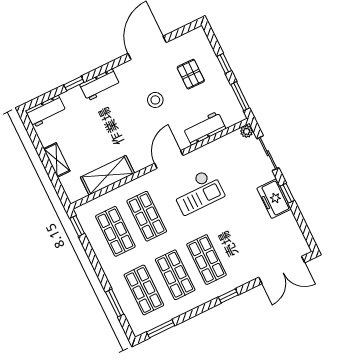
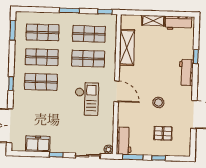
workbench: (46, 111) -> (178, 23), moved, turned -90
workbench: (205, 128) -> (124, 141), moved
checkout: (198, 192) -> (87, 99), turned 180
freezer: (274, 199) -> (38, 144), moved
window: (115, 303) -> (69, 11), moved

